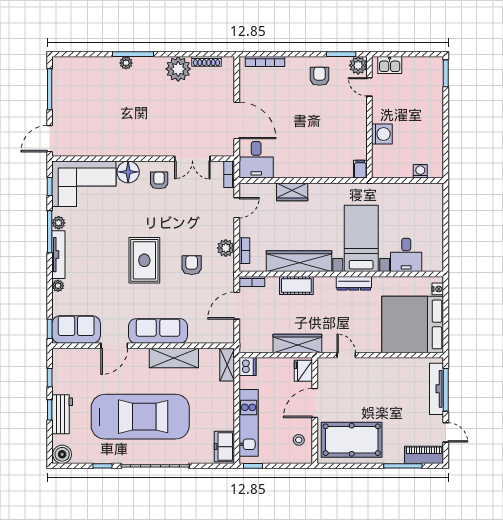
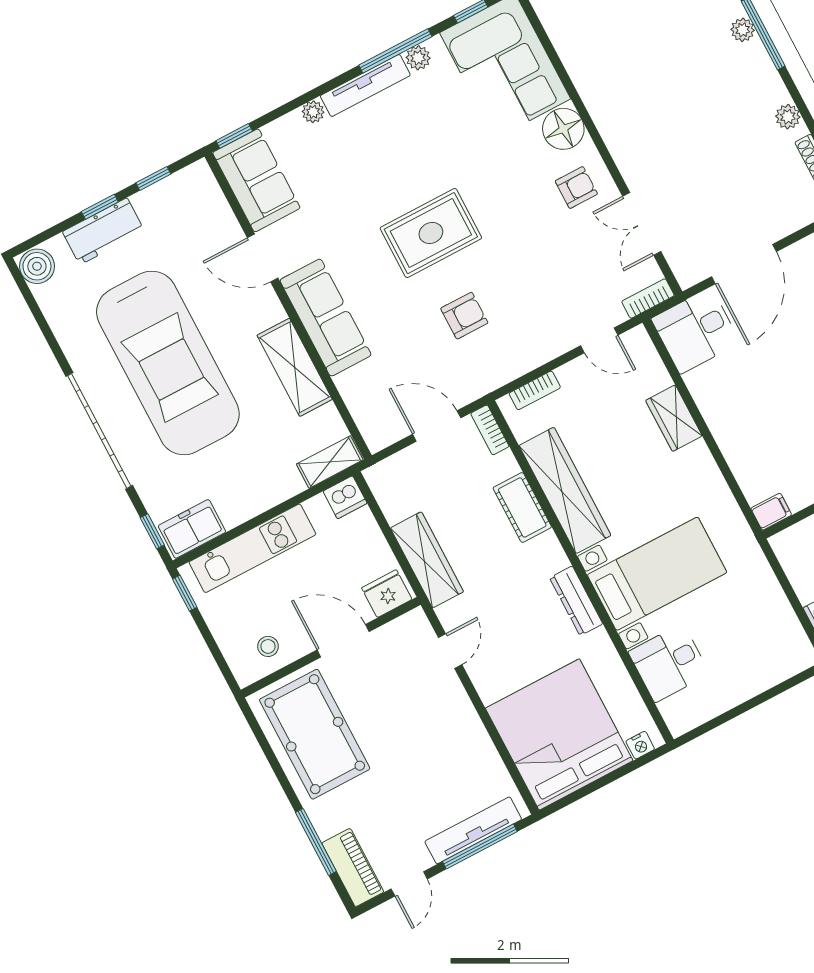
plant: (178, 69) -> (788, 117), width x0.53, depth x0.53
plant: (226, 248) -> (523, 357), removed
window: (103, 466) -> (152, 531), moved

